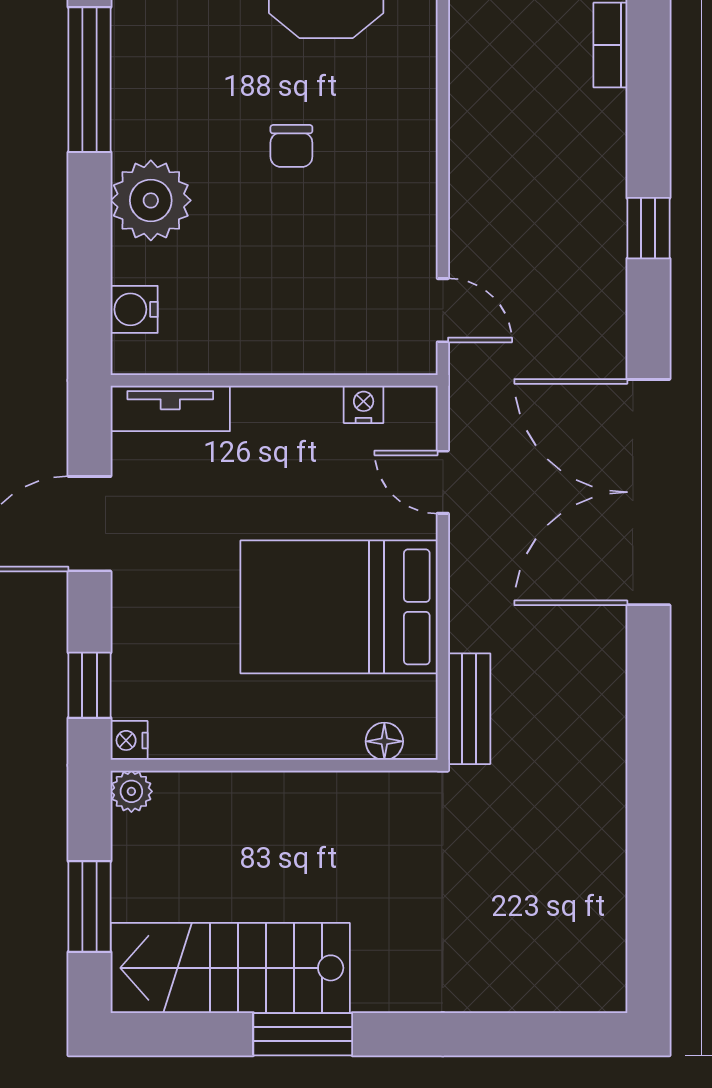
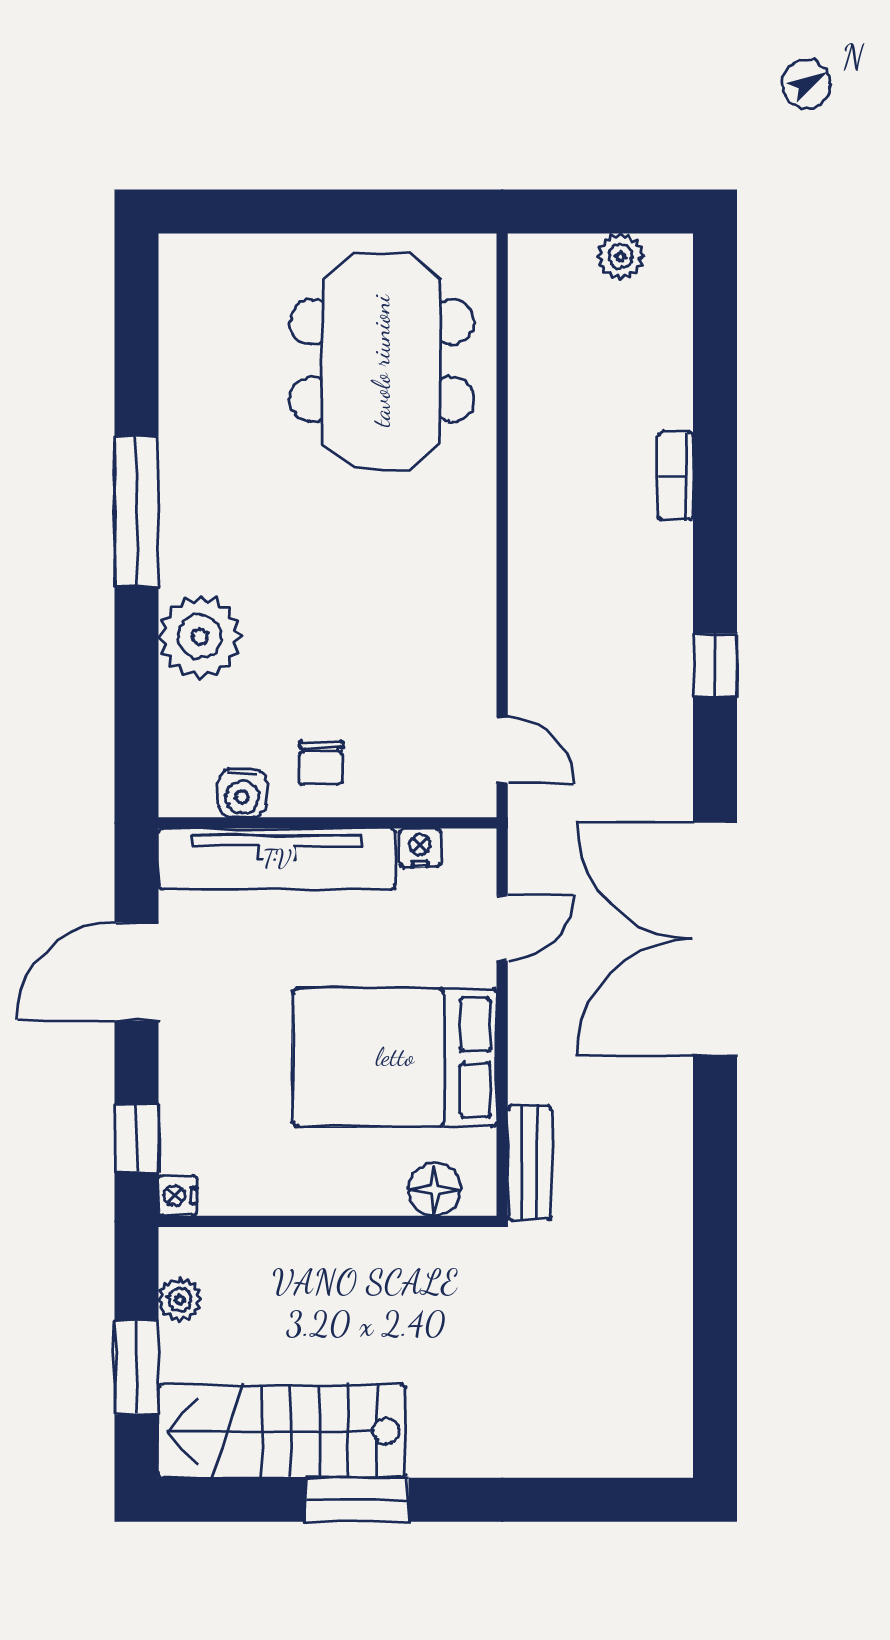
chair: (291, 146) -> (321, 763), moved
water cooler: (134, 309) -> (242, 793), moved, turned -90
tv unit: (170, 408) -> (277, 859), width x1.92, depth x1.29
door: (443, 482) -> (502, 928), swing flipped
floor lamp: (384, 741) -> (434, 1189), width x1.37, depth x1.37
plant: (131, 791) -> (180, 1300), moved

